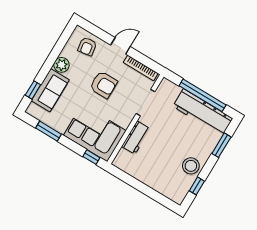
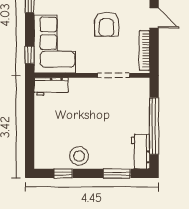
workbench: (203, 112) -> (141, 152), width x0.53, depth x0.76
workbench: (136, 138) -> (51, 86), moved

